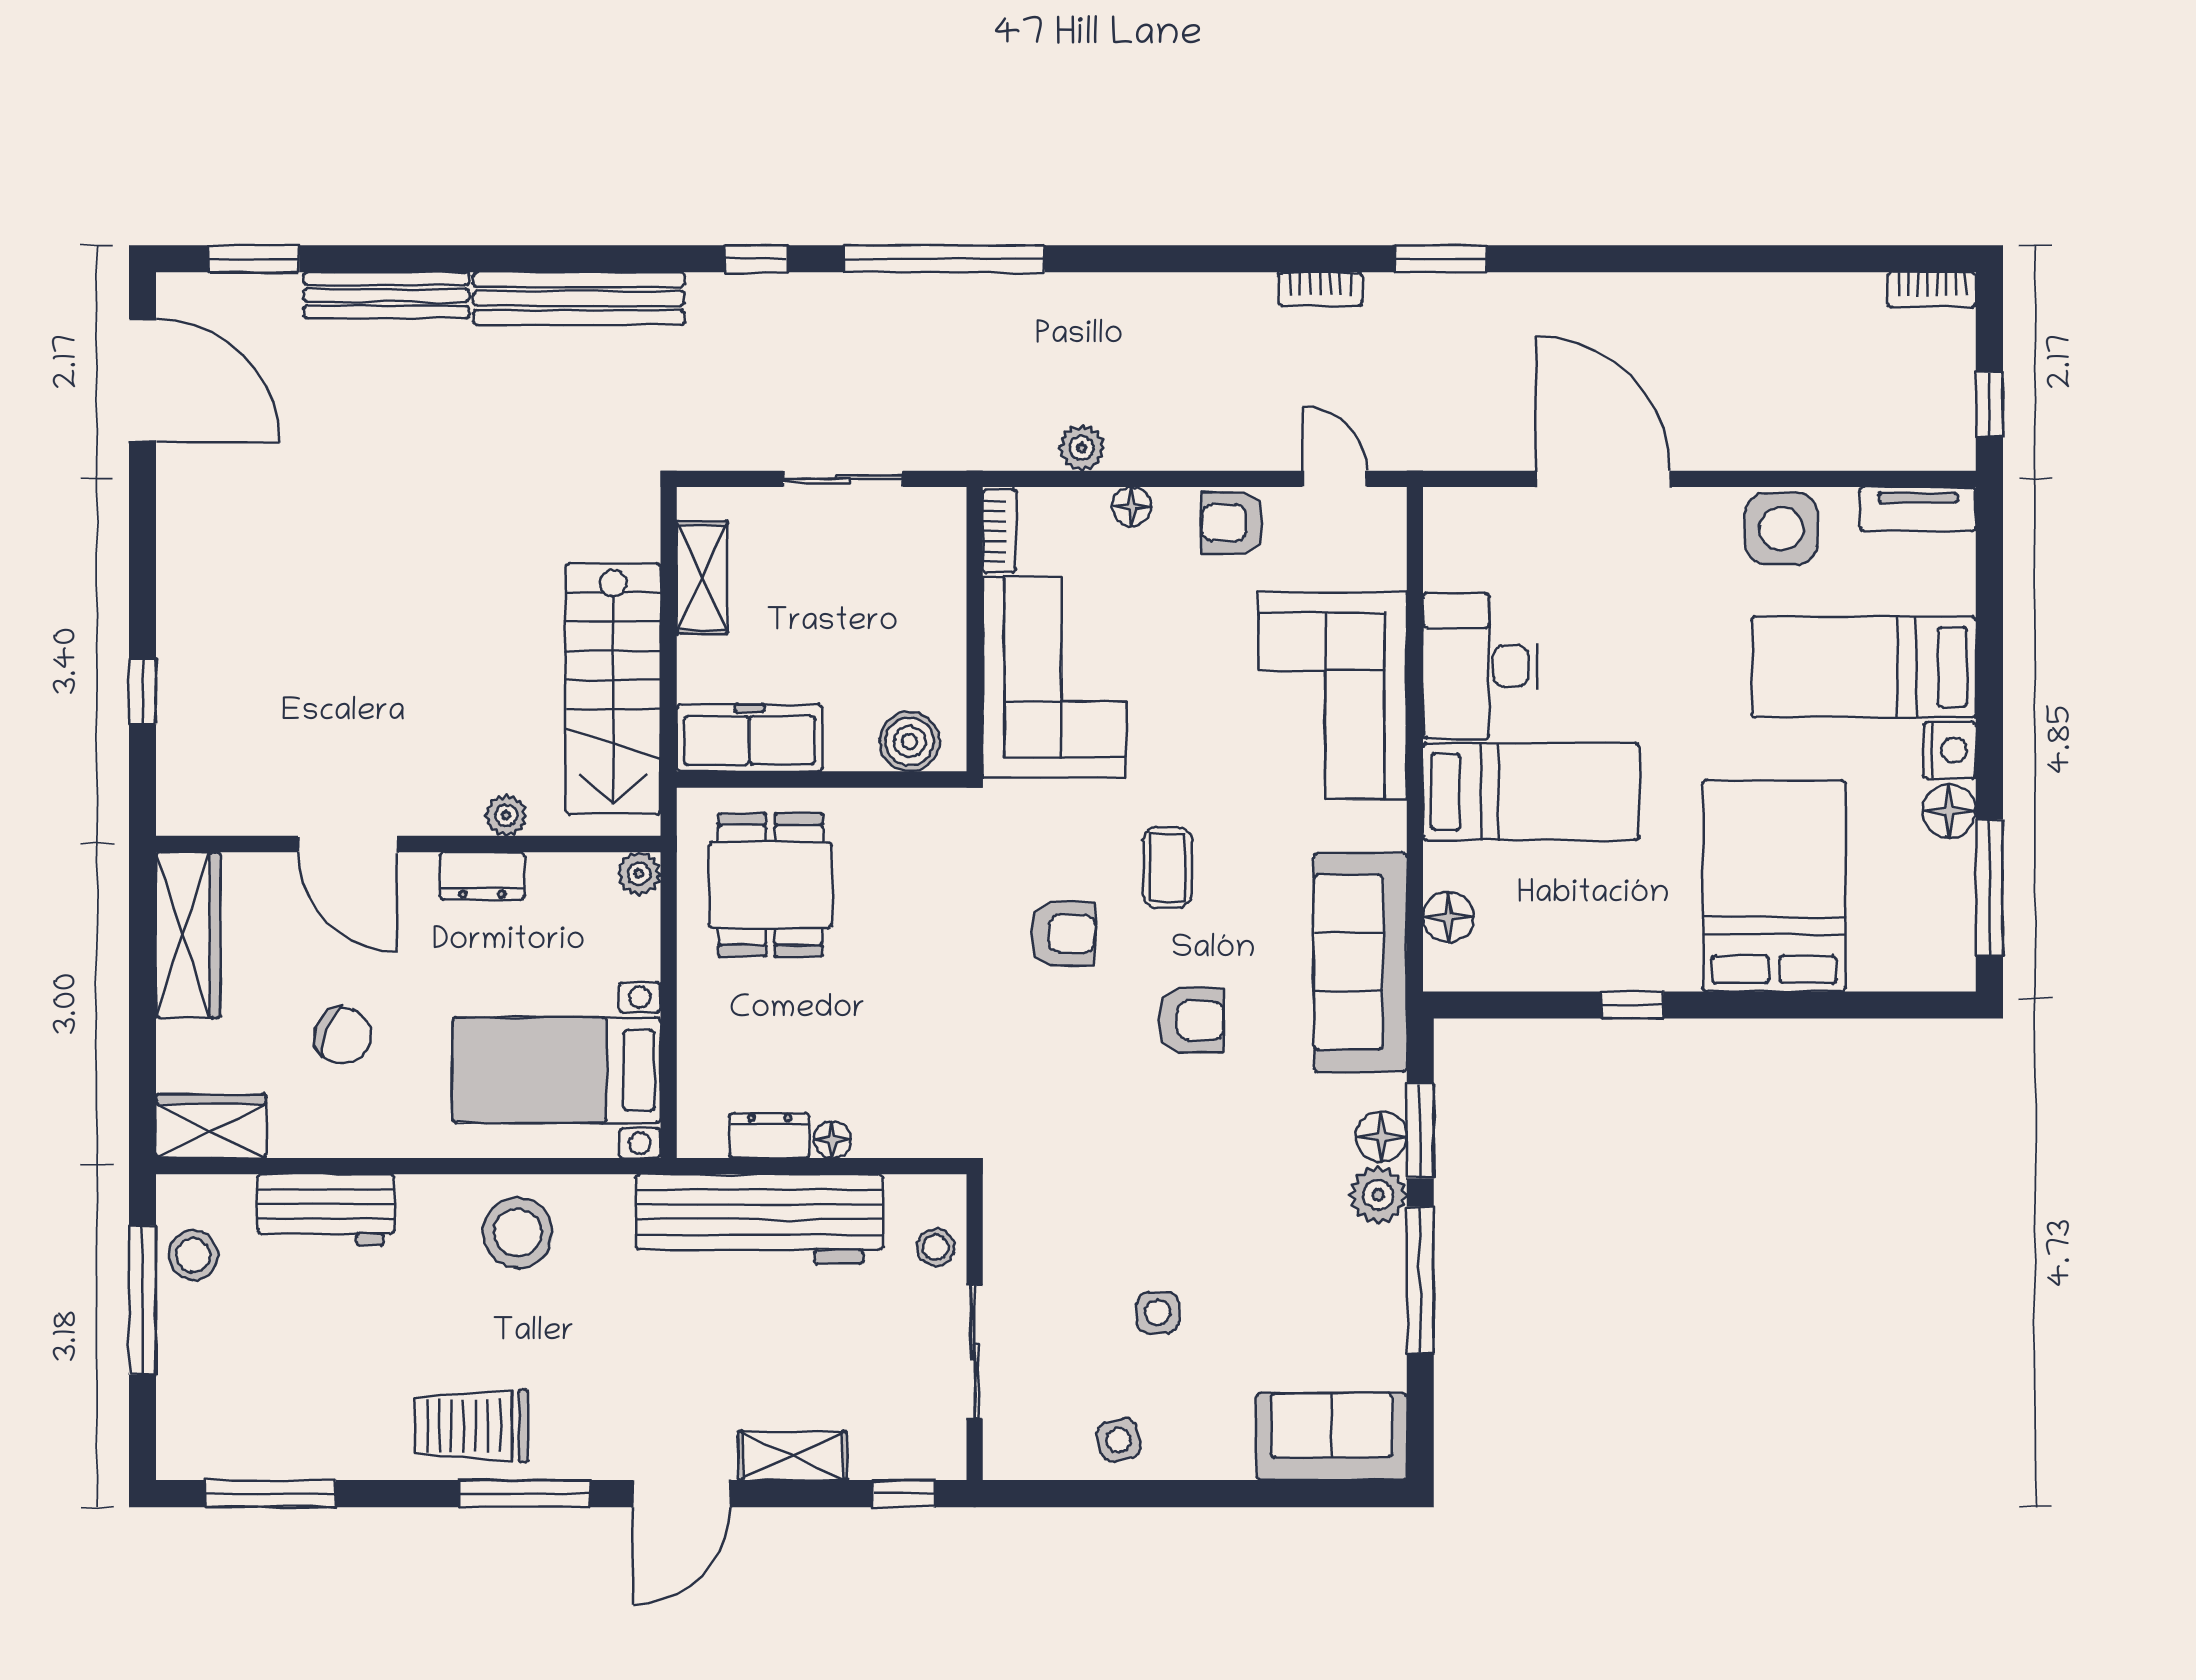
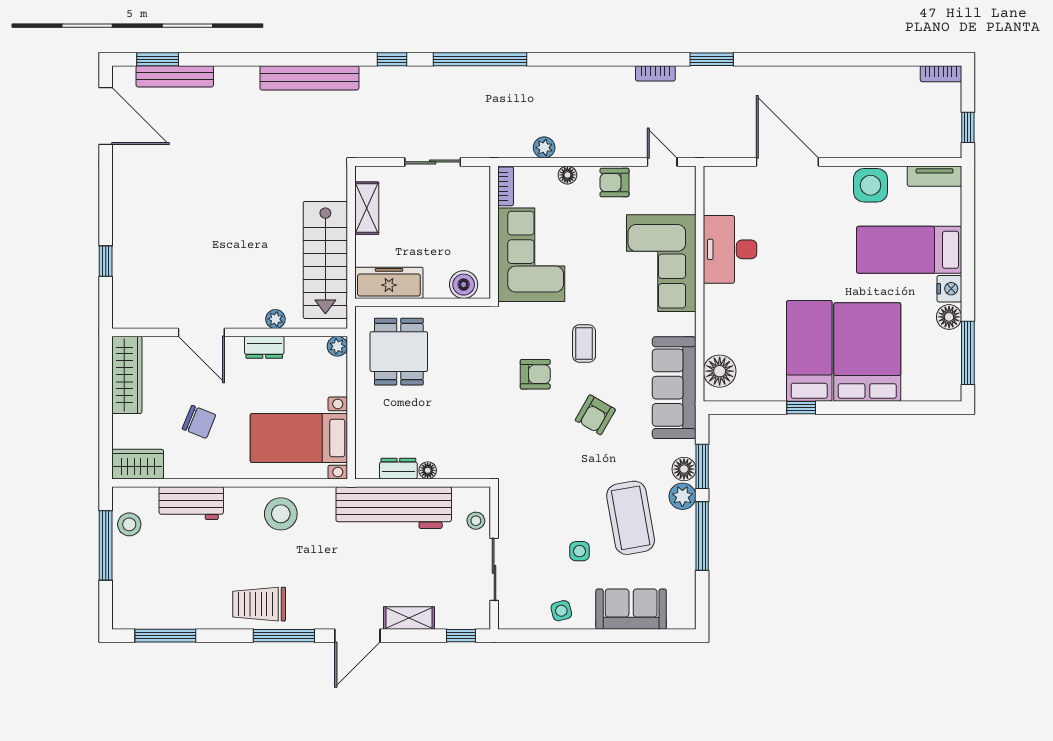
bench: (386, 295) -> (175, 76), moved
bed: (1531, 792) -> (809, 351), moved, turned -90
floor lamp: (1448, 917) -> (720, 371), width x1.38, depth x1.38
armchair: (1191, 1020) -> (595, 415), turned 120
coffee table: (1267, 1241) -> (631, 518), added
sofa: (1332, 1437) -> (631, 609), moved

